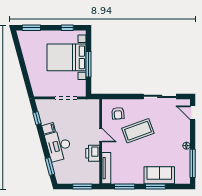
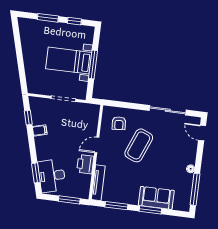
window: (31, 28) -> (48, 18), moved
bed with nightstands: (66, 57) -> (69, 61), width x0.73
coffee table: (138, 131) -> (139, 145), turned -48
door: (101, 135) -> (97, 145), swing flipped
desk: (59, 146) -> (52, 176), moved

